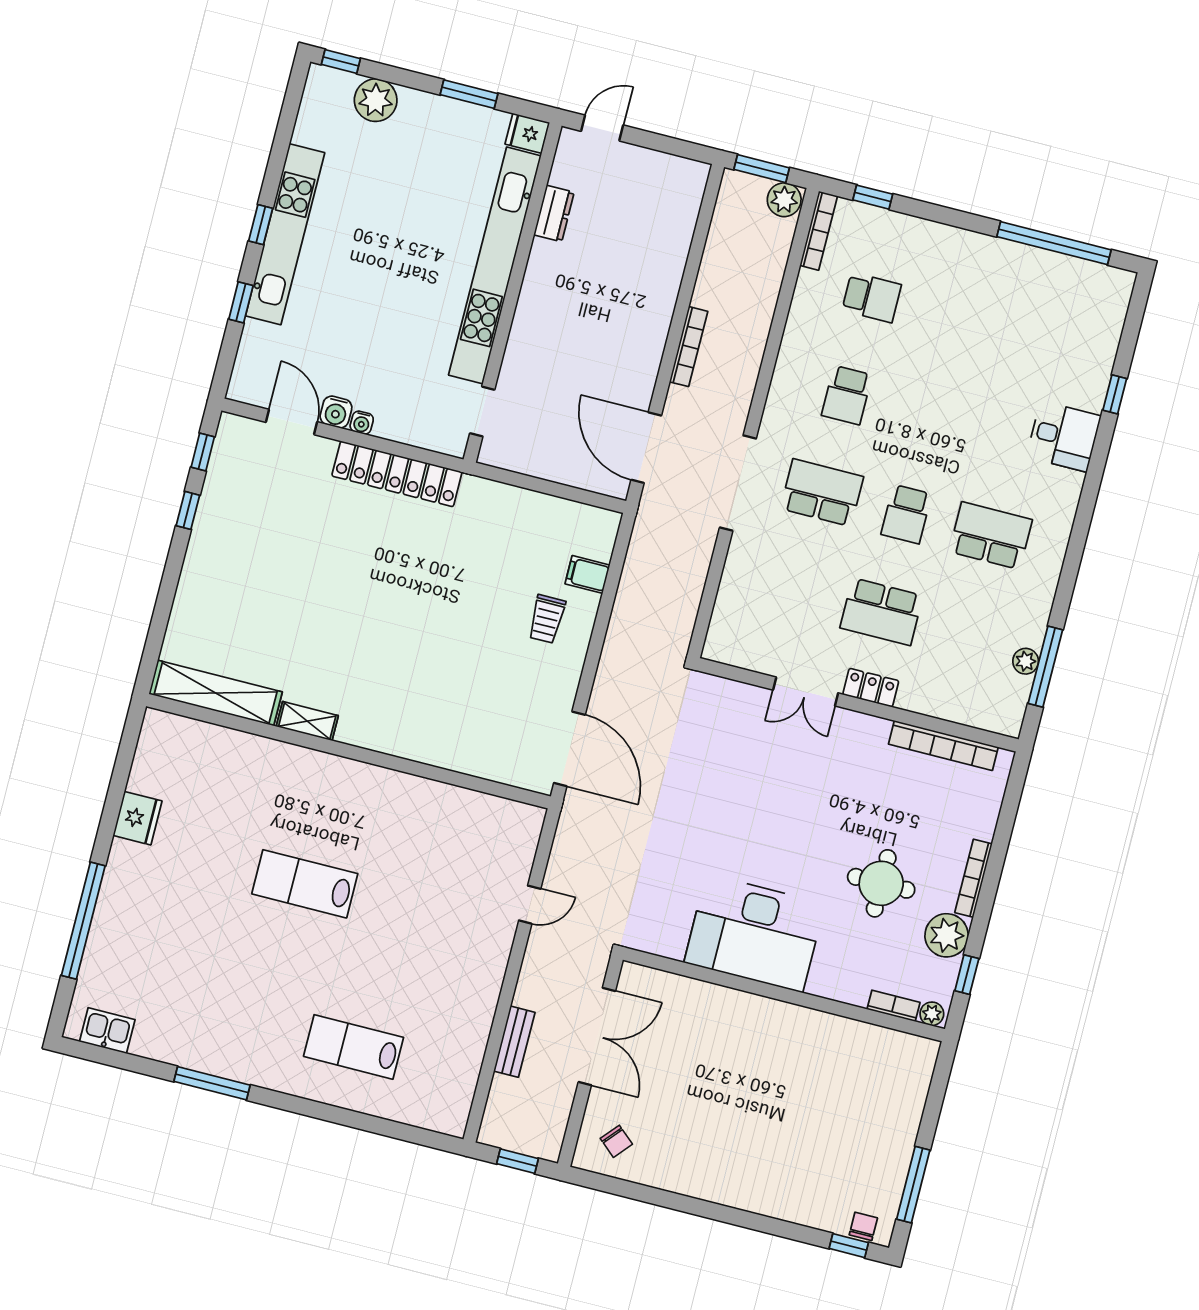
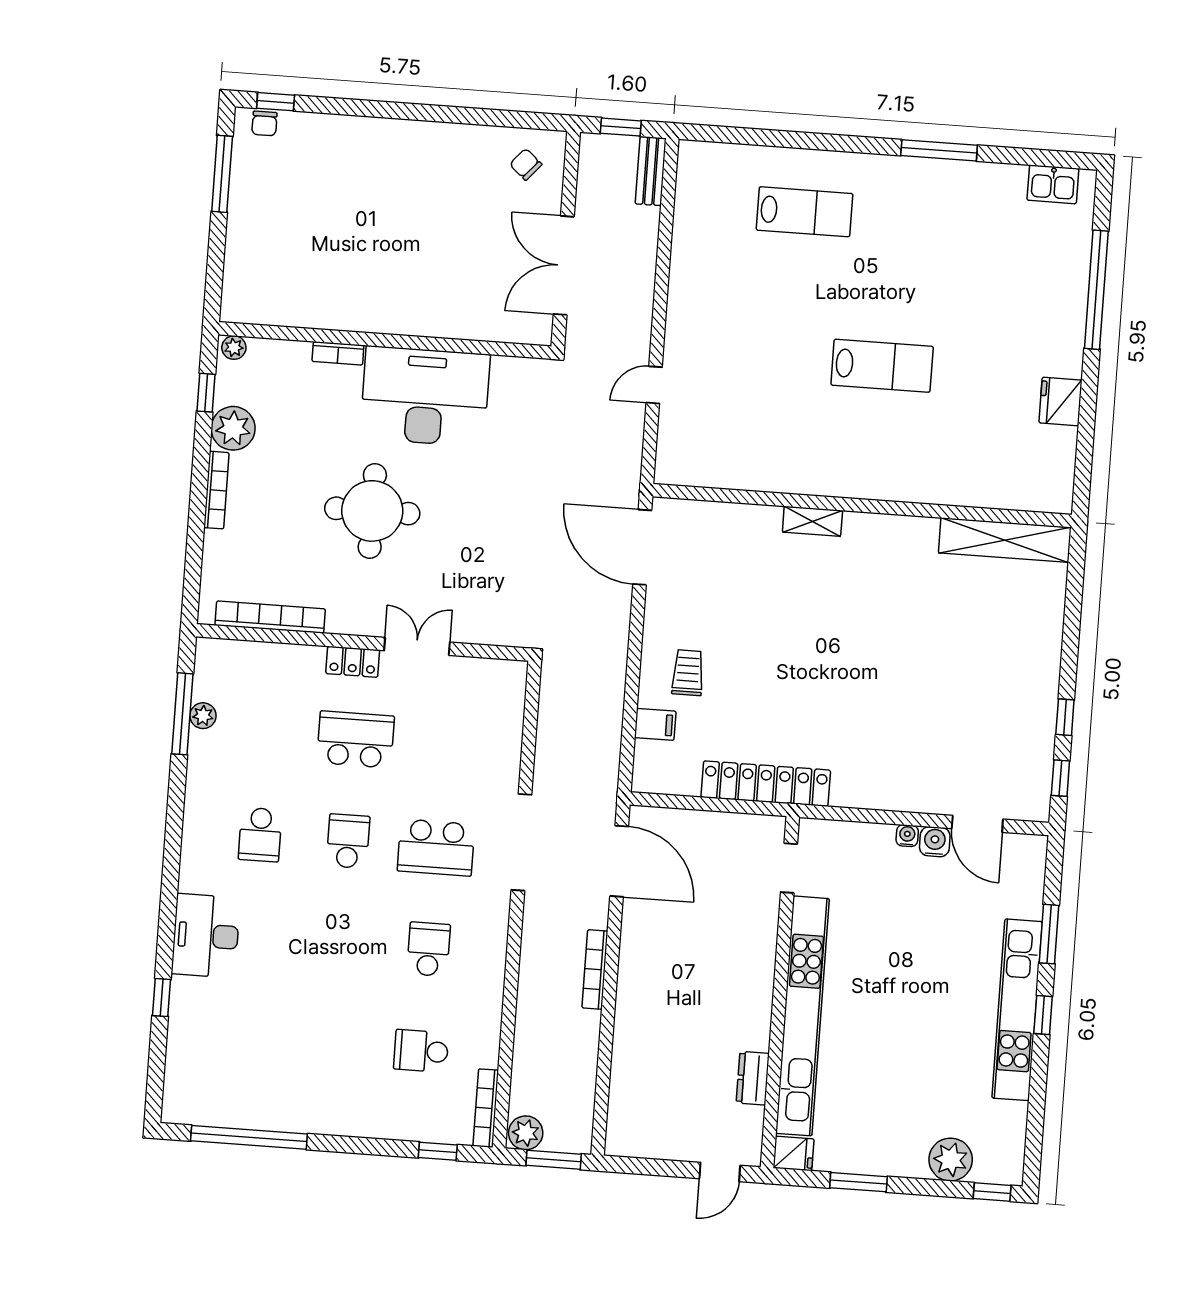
window: (241, 302) -> (1049, 934), width x1.50
desk: (1064, 436) -> (206, 936), width x1.37
locker: (397, 474) -> (766, 784), moved
school desk: (991, 536) -> (260, 835), width x0.54
shelving: (307, 721) -> (812, 521), moved
round table: (881, 883) -> (372, 511), moved, width x1.36, depth x1.36
bookcase: (893, 1006) -> (338, 353), moved
bench: (514, 1042) -> (651, 171), moved

